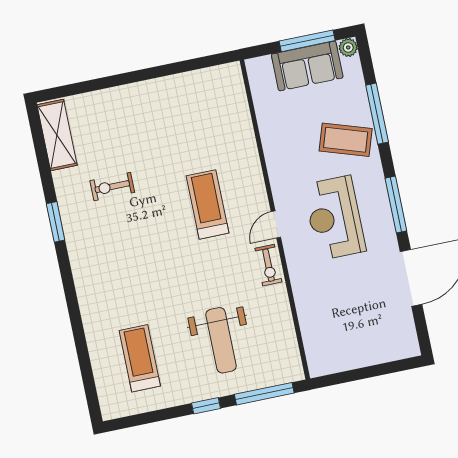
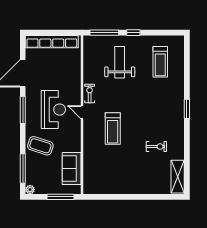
window: (307, 41) -> (60, 197), moved
sofa: (307, 66) -> (72, 169), moved, turned -90
window: (377, 114) -> (23, 169), moved
window: (56, 222) -> (187, 109), moved
door: (276, 224) -> (82, 112), swing flipped
row of seats: (366, 354) -> (52, 42), added

